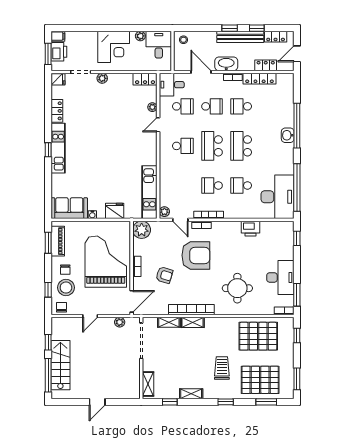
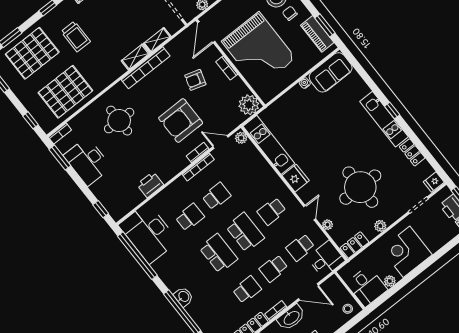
plant: (102, 78) -> (380, 226), moved
round table: (110, 115) -> (360, 187), added
fridge: (115, 211) -> (296, 178), moved, turned -90

